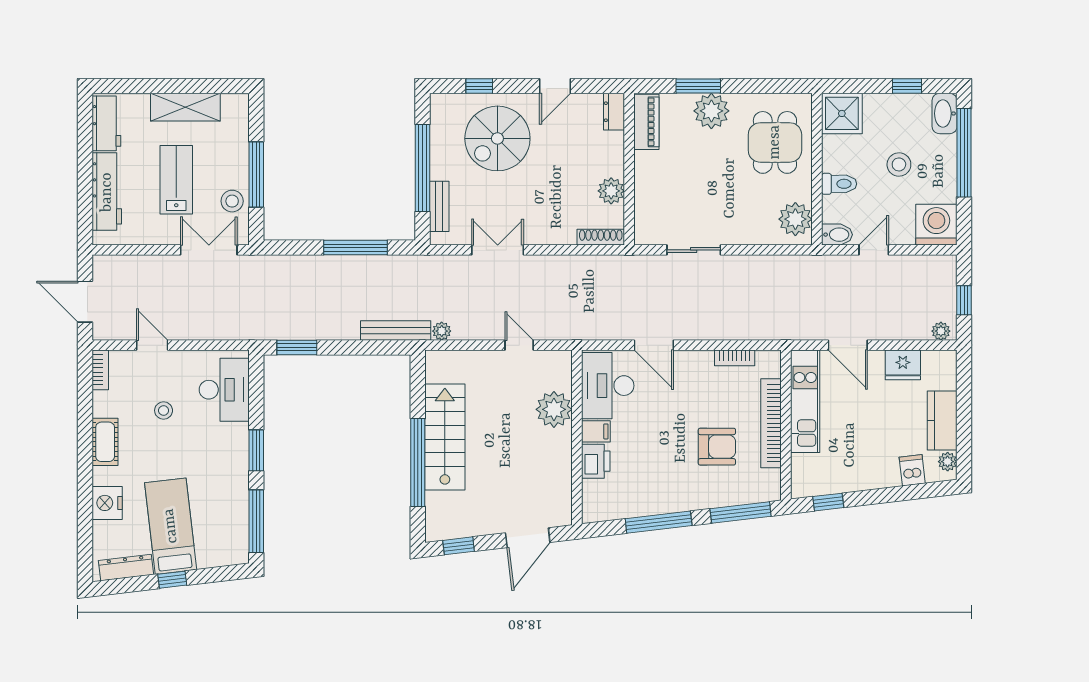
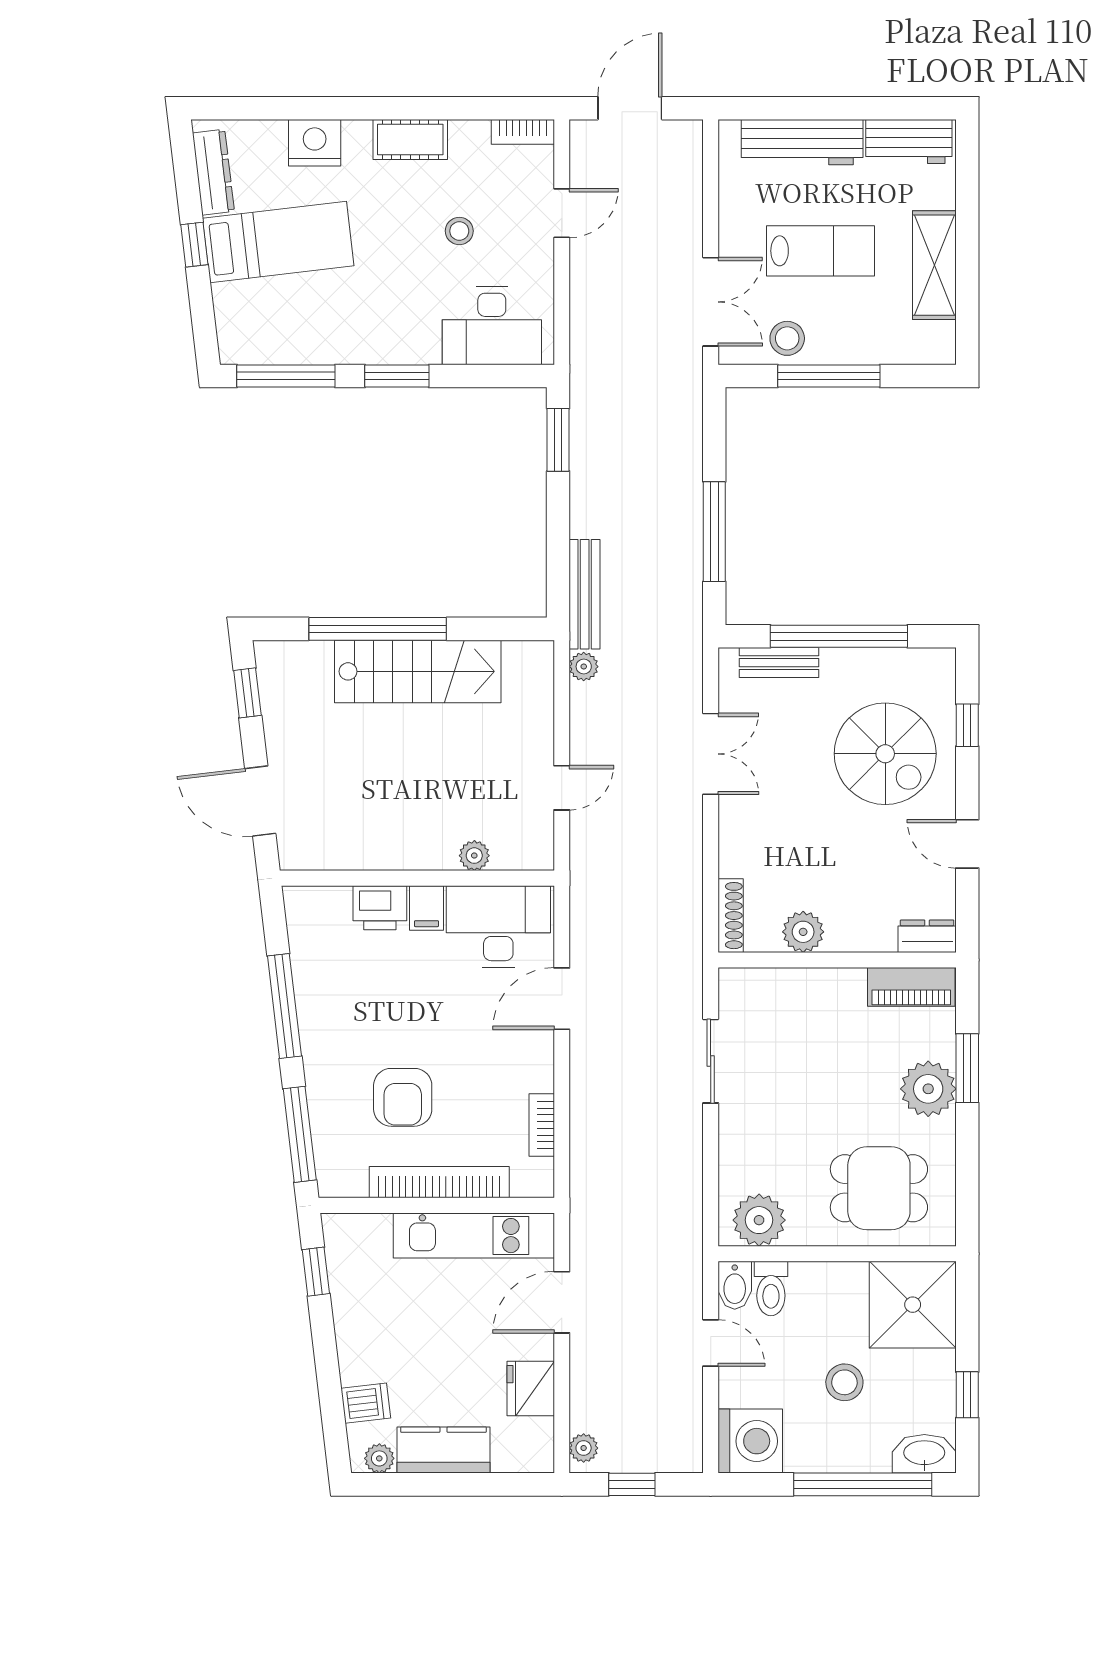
shower: (842, 113) -> (913, 1305), width x1.37, depth x1.37
spiral stairs: (497, 138) -> (885, 754), turned 180
toilet: (839, 184) -> (771, 1289), moved
plant: (554, 409) -> (474, 856), width x0.53, depth x0.53

